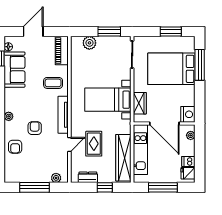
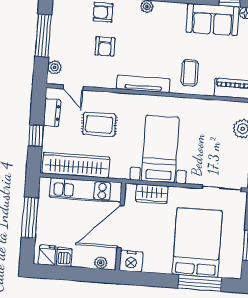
armchair: (35, 128) -> (105, 46), moved, turned 90
door: (69, 145) -> (73, 88), moved

